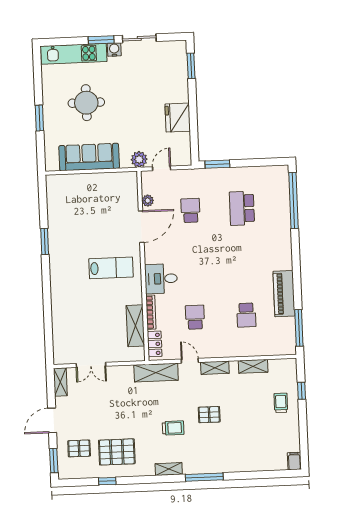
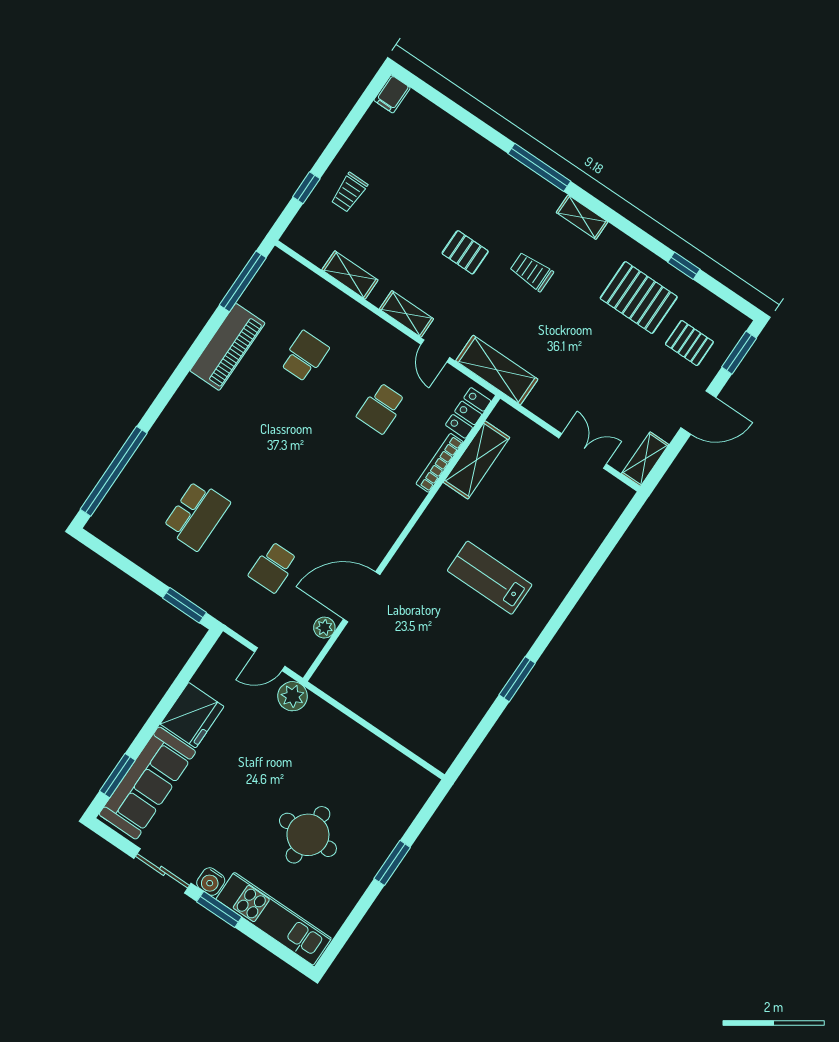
sofa: (89, 157) -> (147, 783), moved, turned -90
lab bench: (111, 268) -> (490, 578), moved
desk: (161, 279) -> (389, 500), removed

